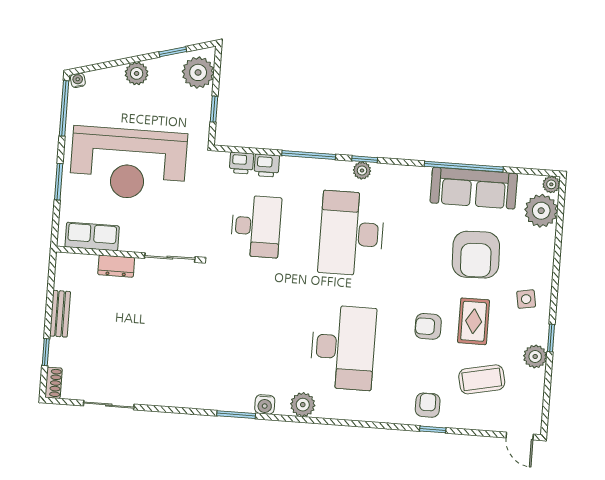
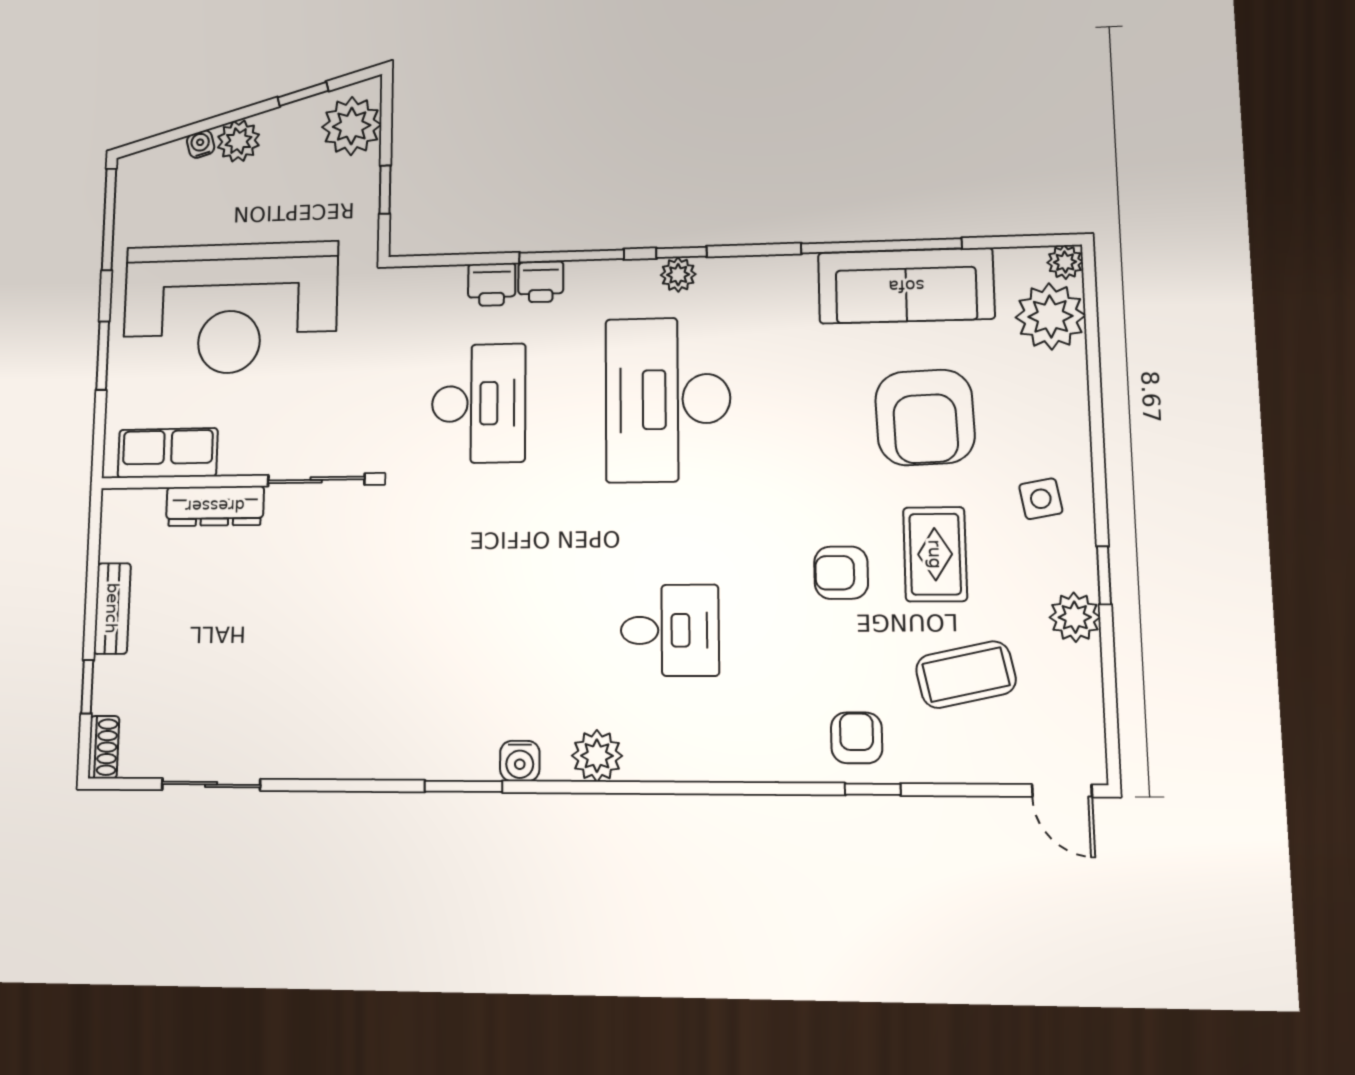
water cooler: (78, 80) -> (201, 144), moved
printer: (241, 163) -> (541, 282), moved
dresser: (116, 266) -> (215, 506), width x1.44
desk: (343, 347) -> (670, 630), width x0.53, depth x0.77

